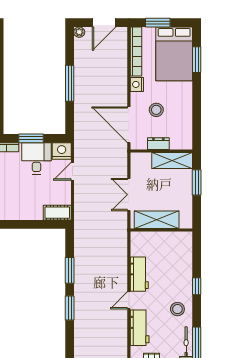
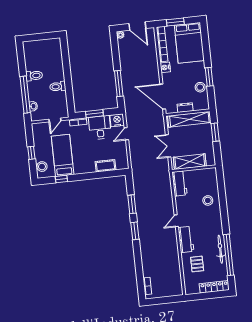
door: (104, 23) -> (137, 26), hinge flipped
window: (197, 60) -> (209, 77), moved
window: (70, 83) -> (119, 84), moved
stool: (156, 110) -> (200, 87), moved
shelving: (172, 161) -> (189, 119), width x1.47
cot: (57, 213) -> (105, 166), moved
workbench: (139, 274) -> (180, 183), moved
window: (197, 286) -> (223, 206), removed
stool: (177, 309) -> (208, 200), moved

